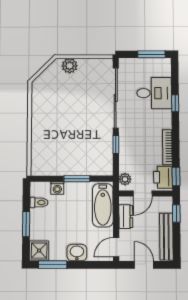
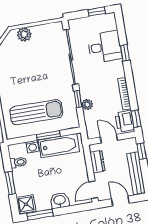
window: (151, 54) -> (97, 12), width x0.67
sun lounger: (68, 151) -> (36, 112), added
plant: (125, 179) -> (87, 105), moved
door: (143, 194) -> (109, 139), swing flipped
bathtub: (103, 205) -> (59, 146), moved, turned -90

